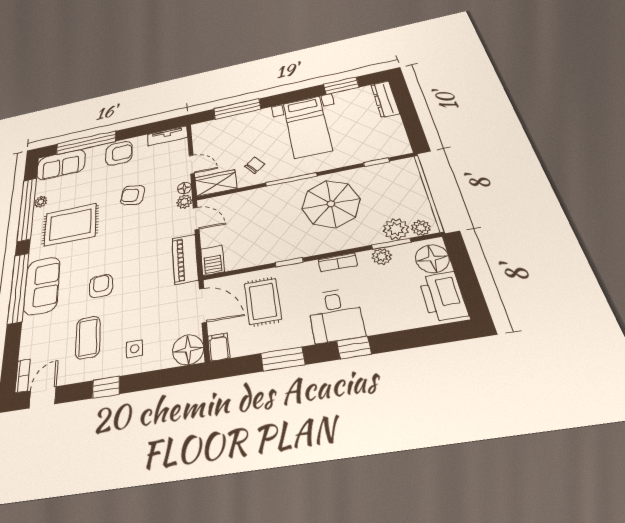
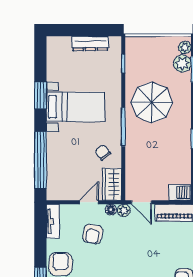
window: (341, 86) -> (40, 95), moved
dresser: (385, 99) -> (90, 43), moved
window: (237, 109) -> (40, 160), width x1.46
armchair: (133, 195) -> (93, 234), moved
door: (196, 219) -> (142, 202), swing flipped

